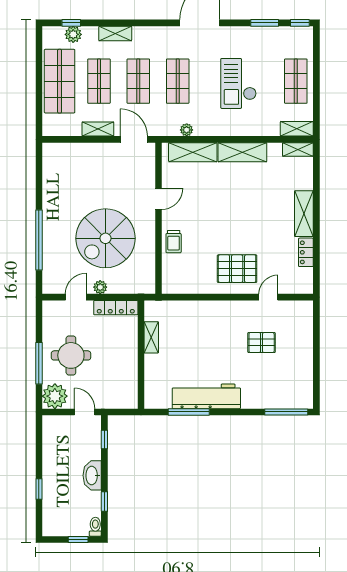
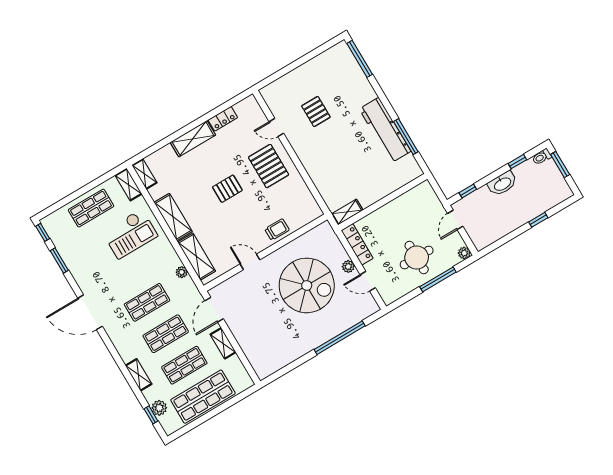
checkout: (238, 83) -> (130, 234), moved
pallet: (239, 218) -> (227, 189), added
shelving: (151, 337) -> (347, 212), moved
plant: (55, 396) -> (464, 253), width x0.53, depth x0.53
window: (78, 539) -> (560, 164), width x1.50

